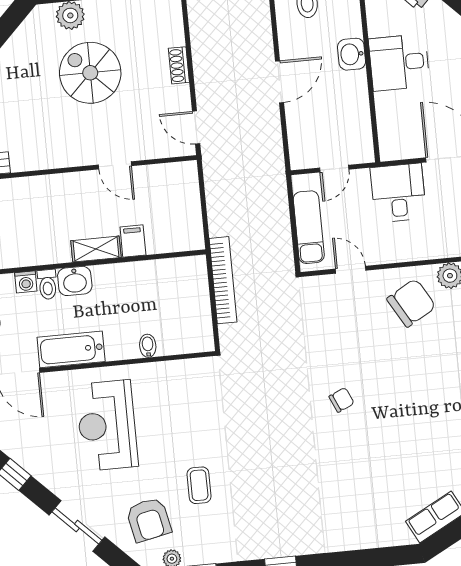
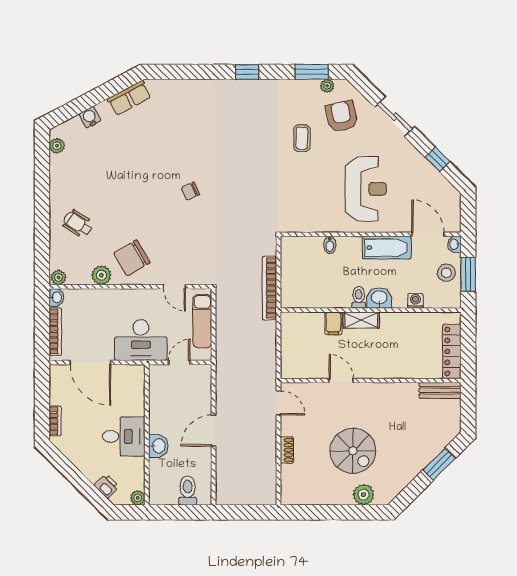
desk: (398, 193) -> (141, 340), width x1.37
toilet: (47, 284) -> (359, 297), moved

